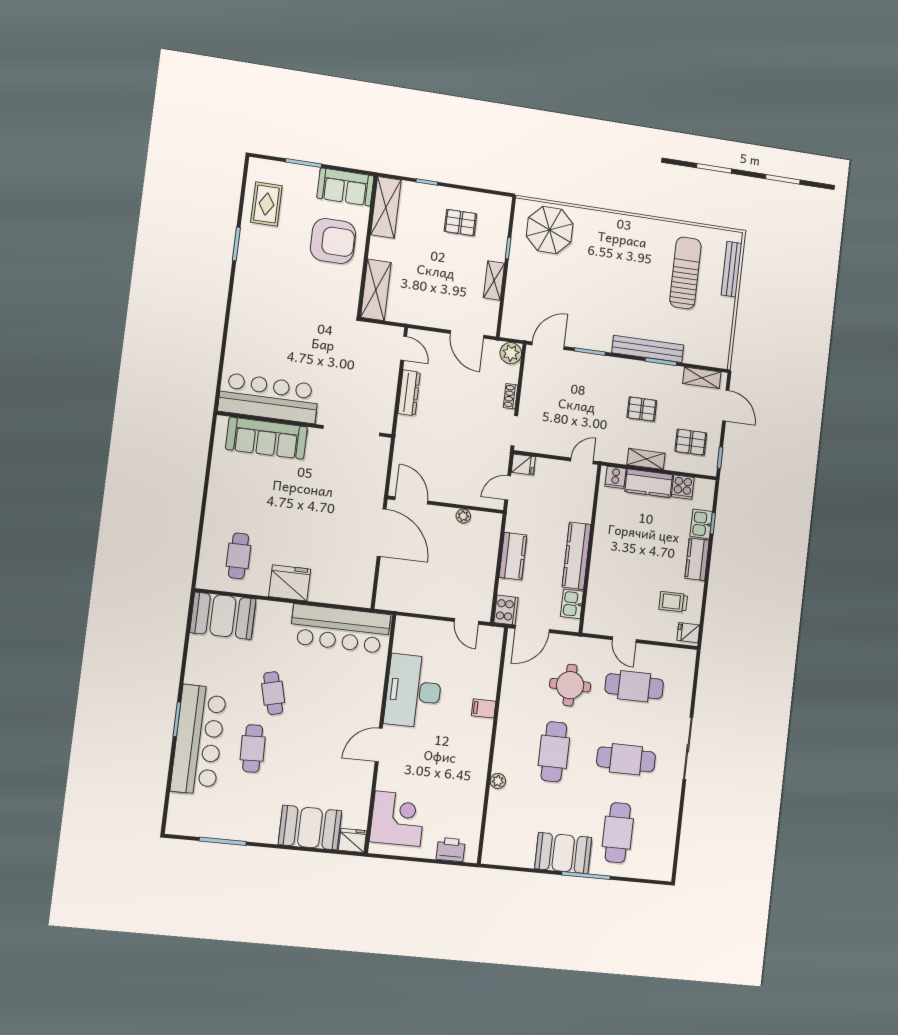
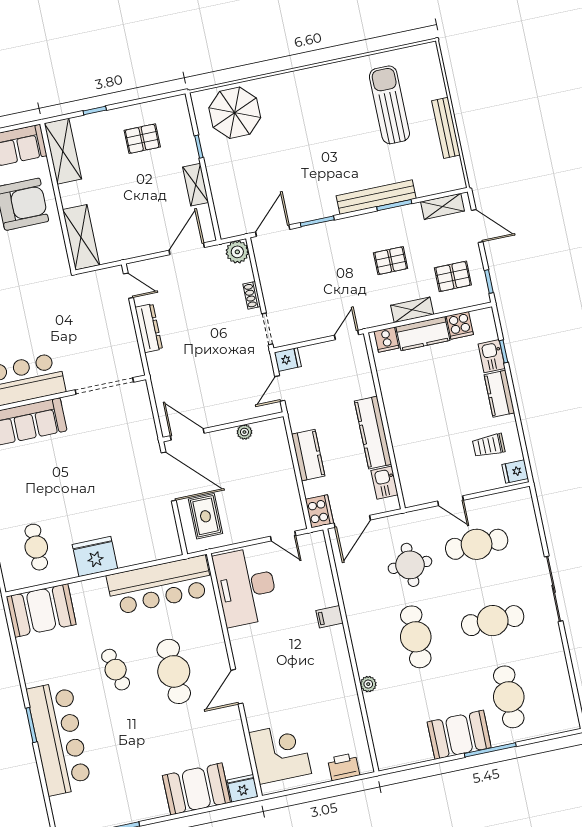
bench: (732, 269) -> (446, 128), moved
door: (467, 334) -> (187, 249), swing flipped
rug: (403, 580) -> (205, 516), added
desk: (414, 691) -> (246, 587), moved
cafe table: (253, 748) -> (174, 671), moved, width x1.37, depth x1.35

